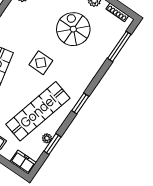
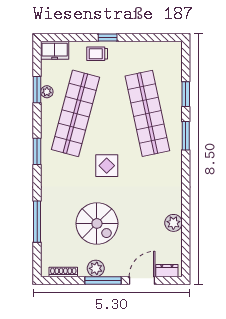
window: (119, 46) -> (37, 222), moved

